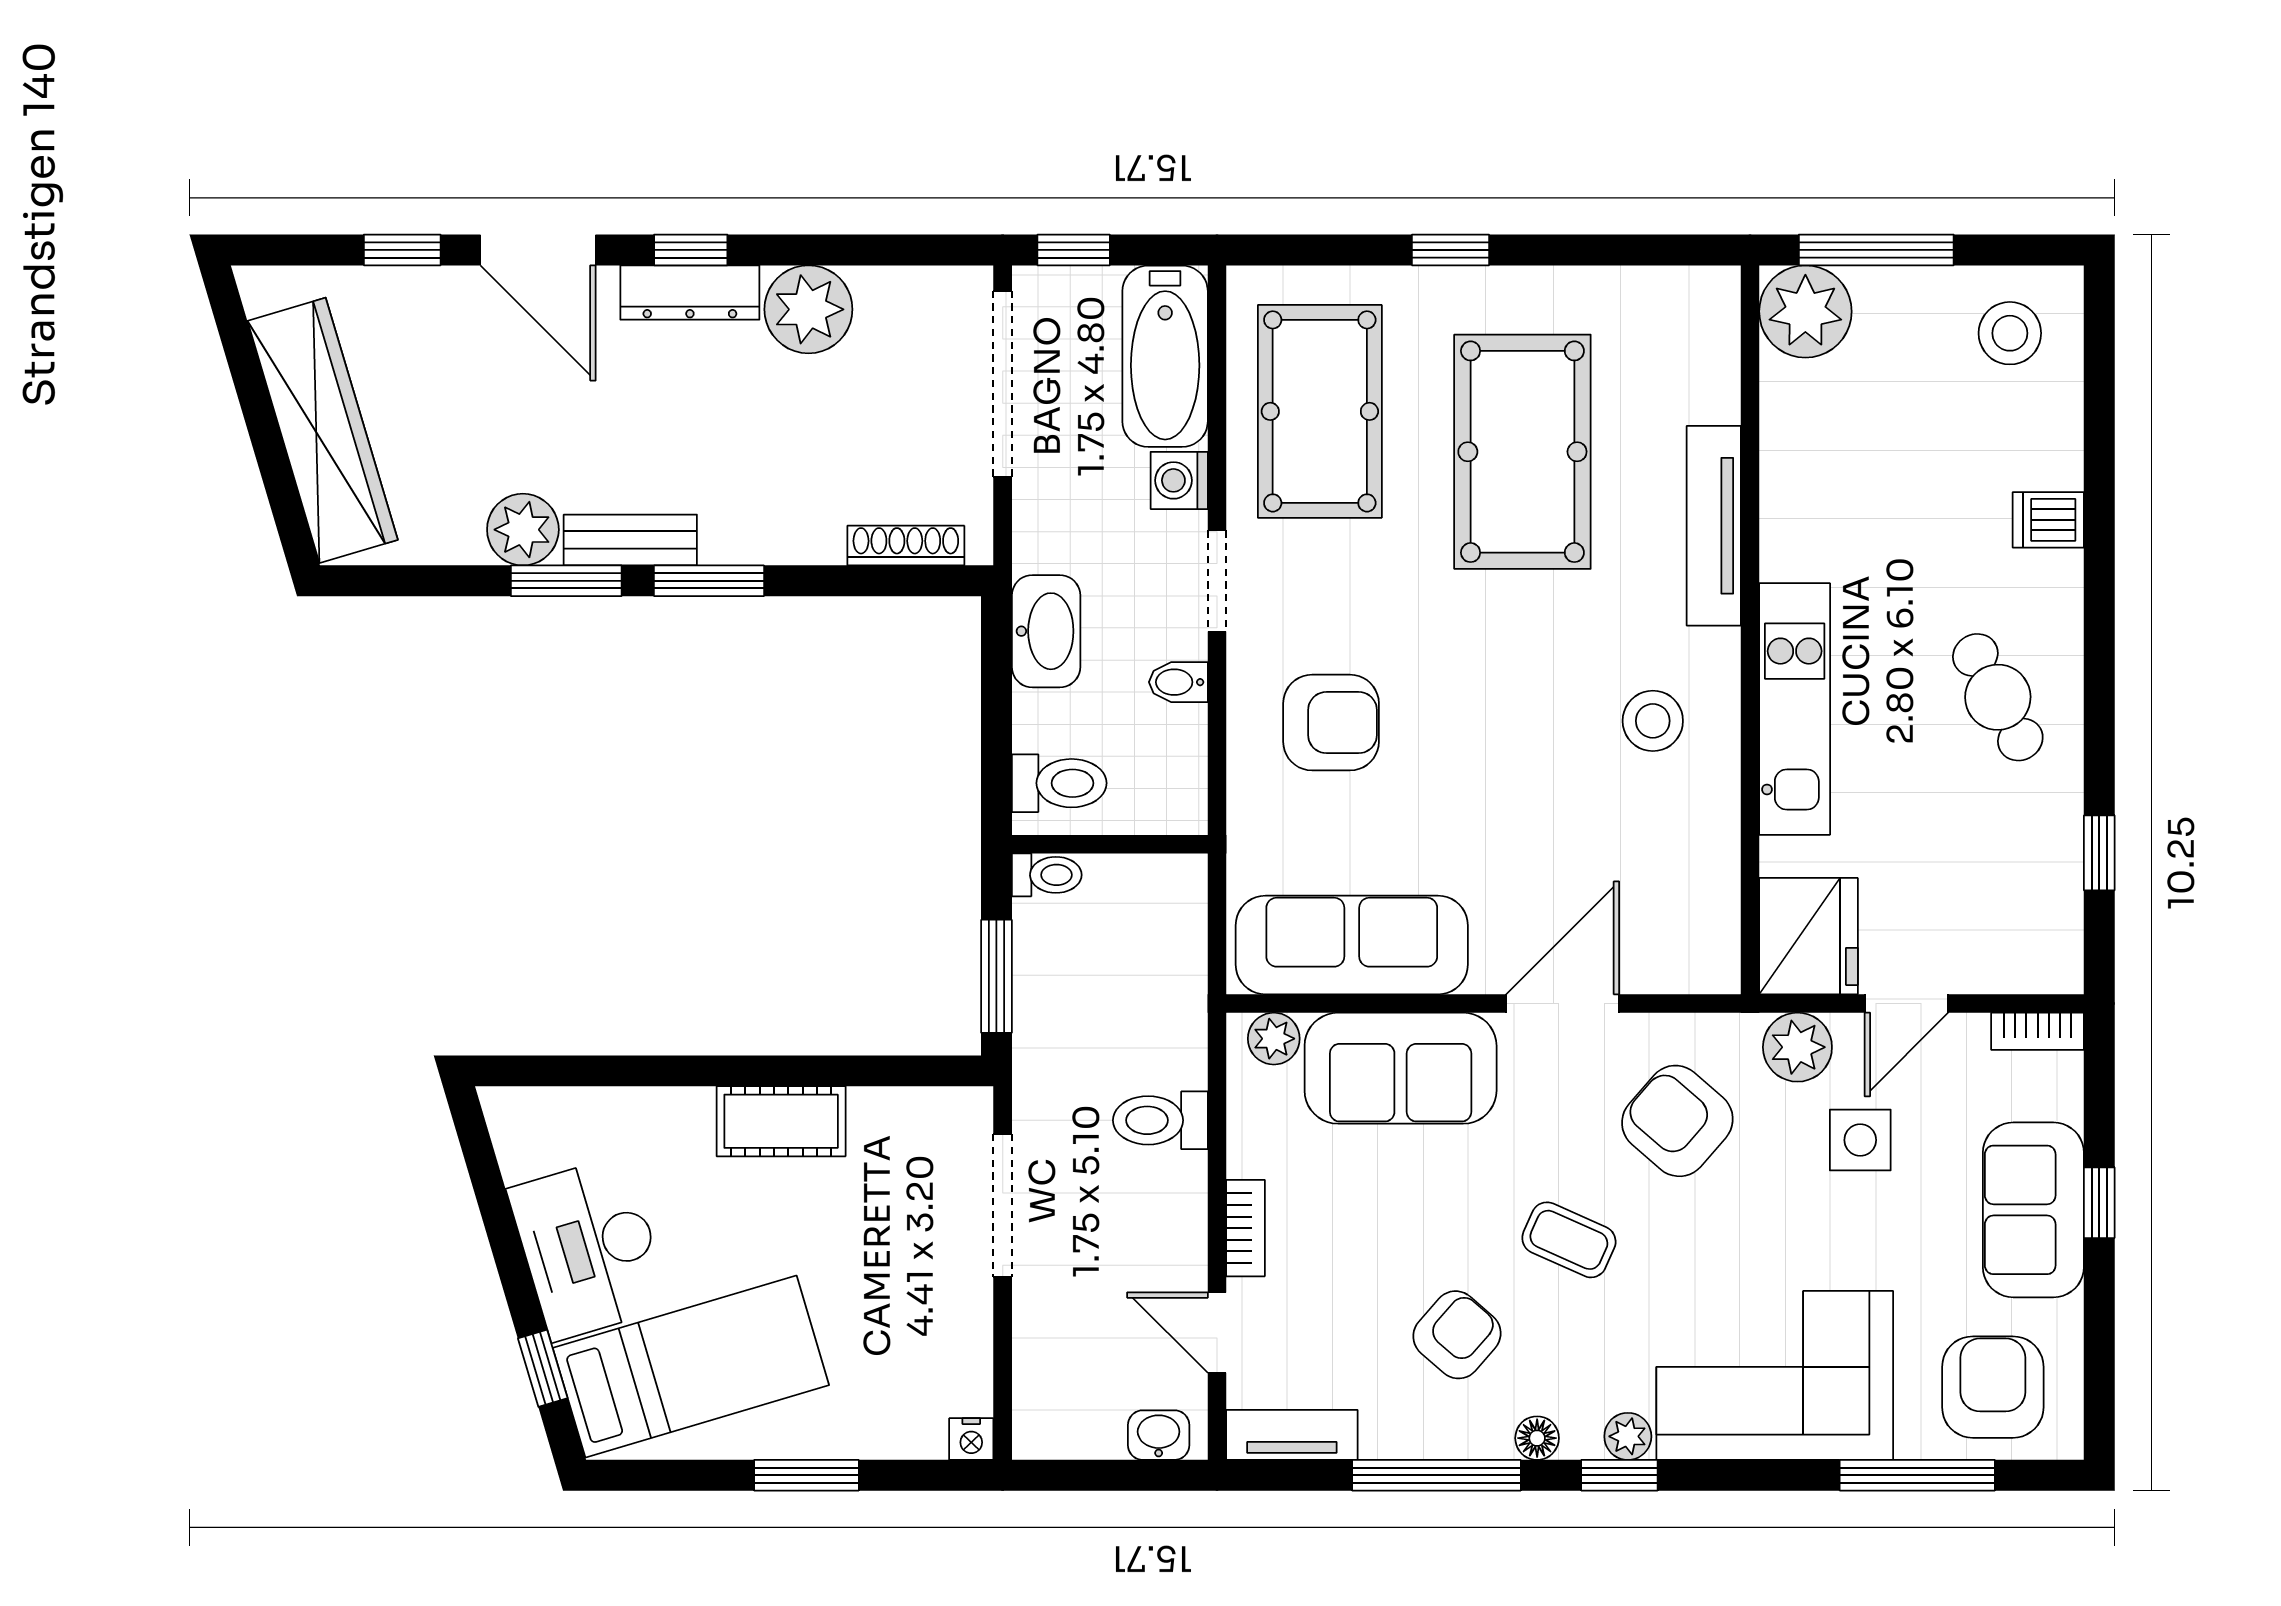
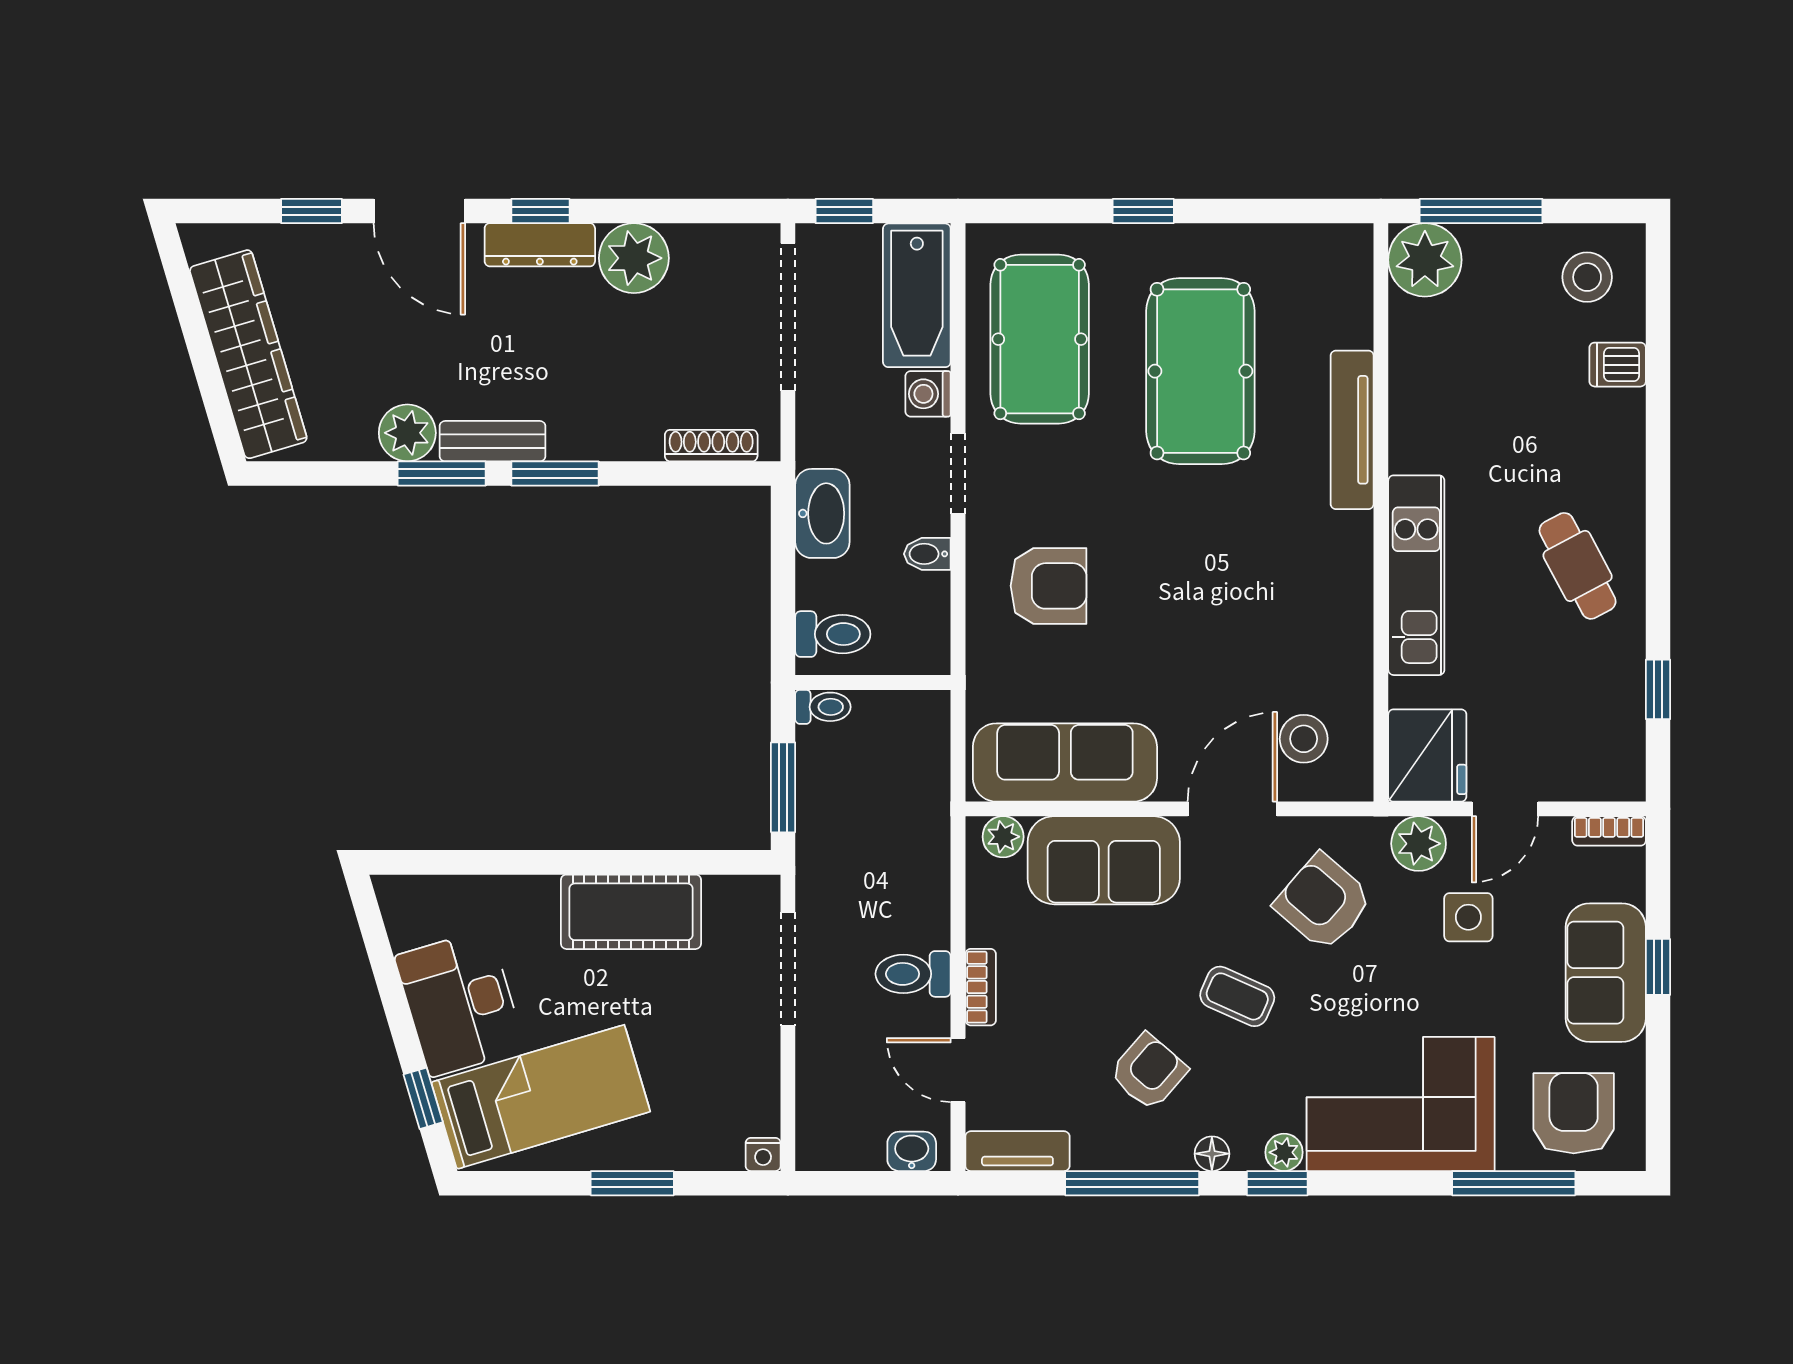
dishwasher: (2048, 520) -> (1618, 365), moved
stool: (1653, 721) -> (1304, 739), moved
toilet: (1160, 1120) -> (913, 974), moved
cot: (781, 1121) -> (631, 912), width x1.37, depth x1.34

